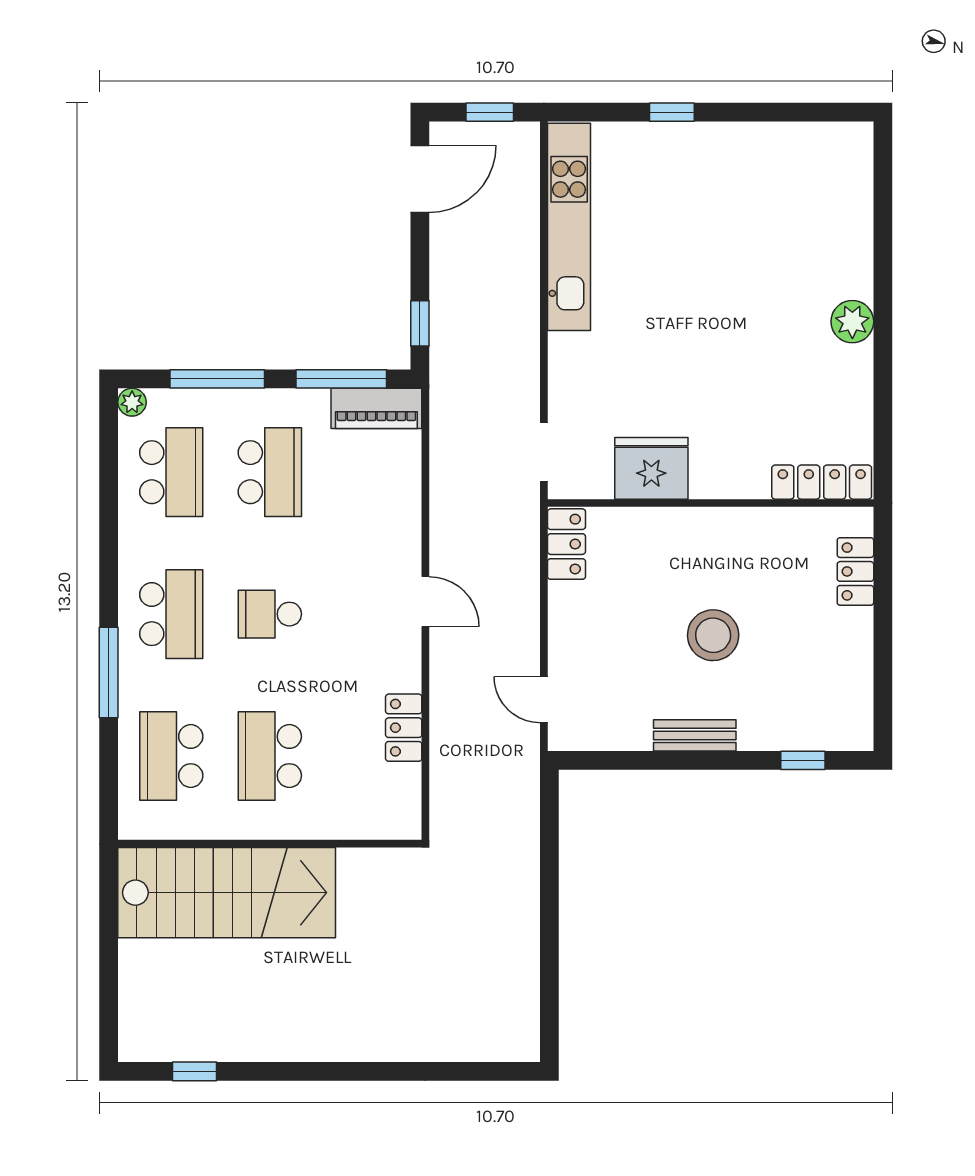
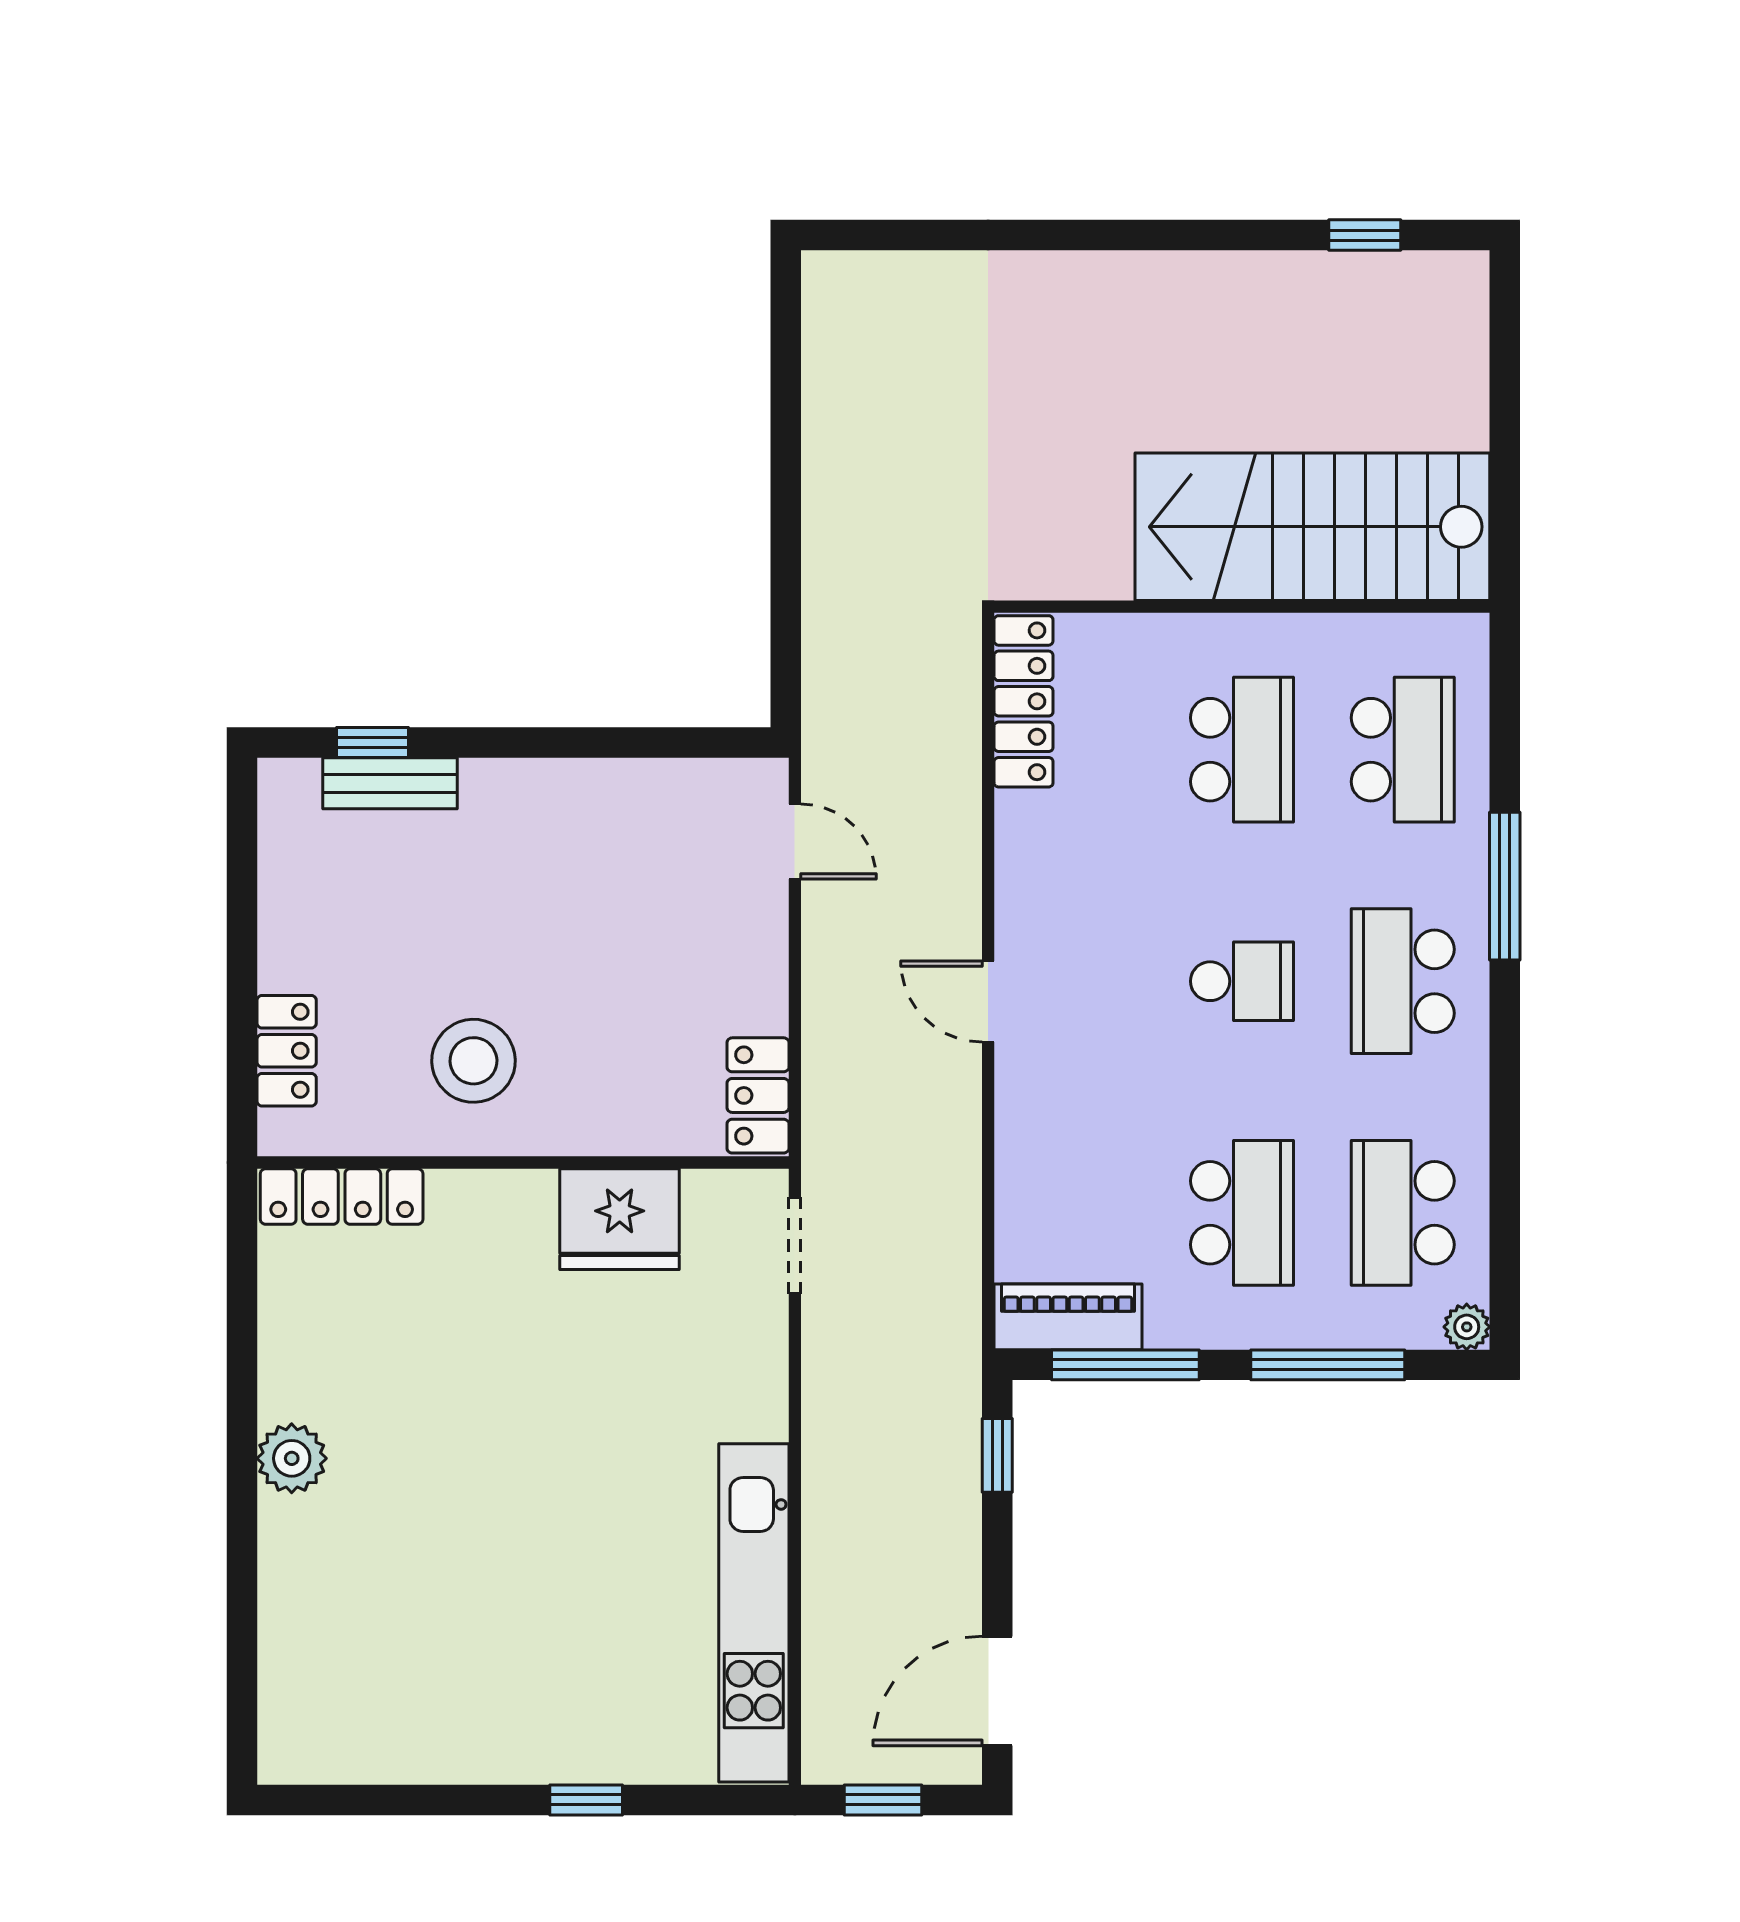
school desk: (270, 472) -> (1242, 1213), turned 180
stool: (713, 635) -> (474, 1061), moved
locker: (404, 728) -> (1024, 701), moved, width x1.53
bench: (695, 735) -> (390, 783), moved

